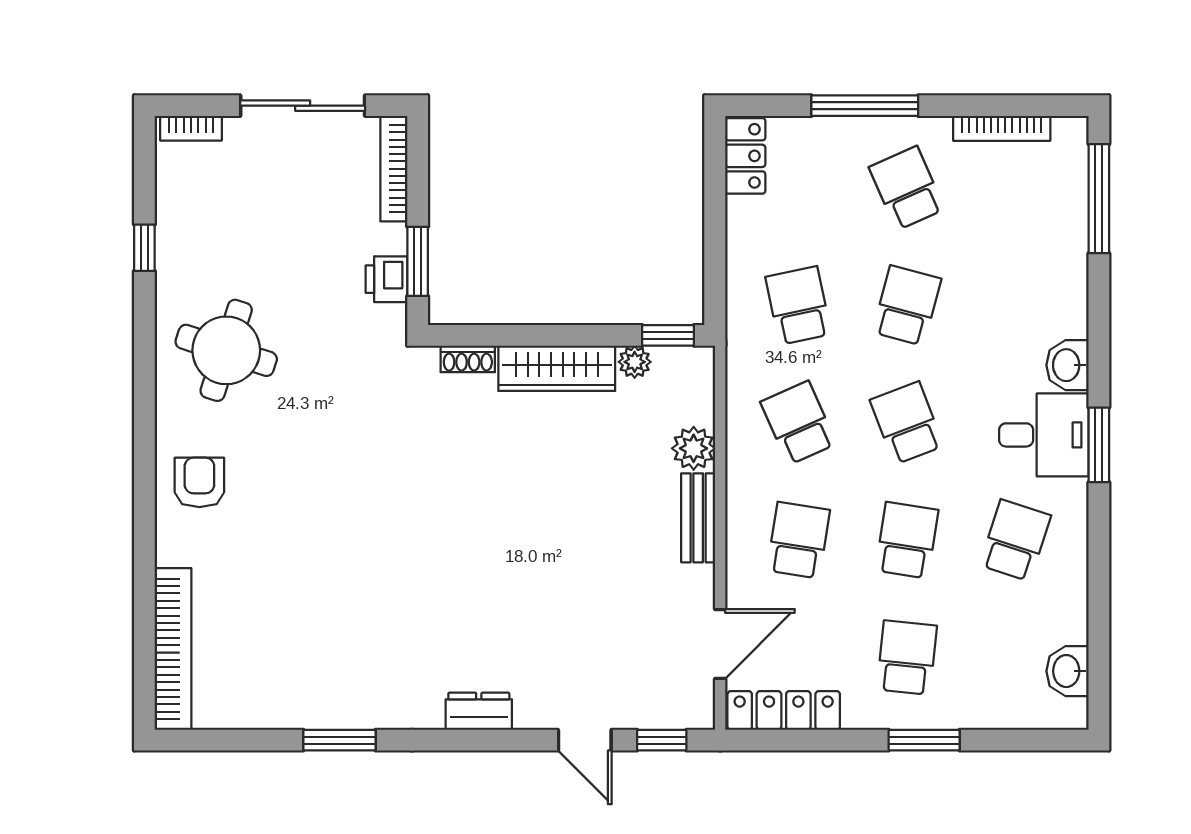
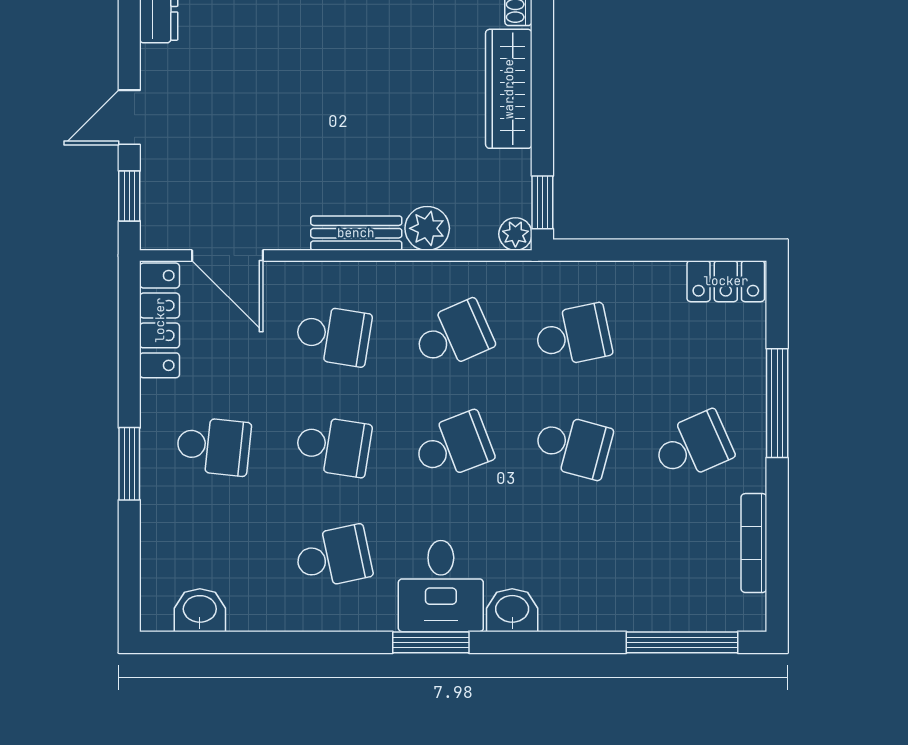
plant: (635, 362) -> (515, 234), moved
school desk: (1015, 540) -> (333, 557), turned -30

